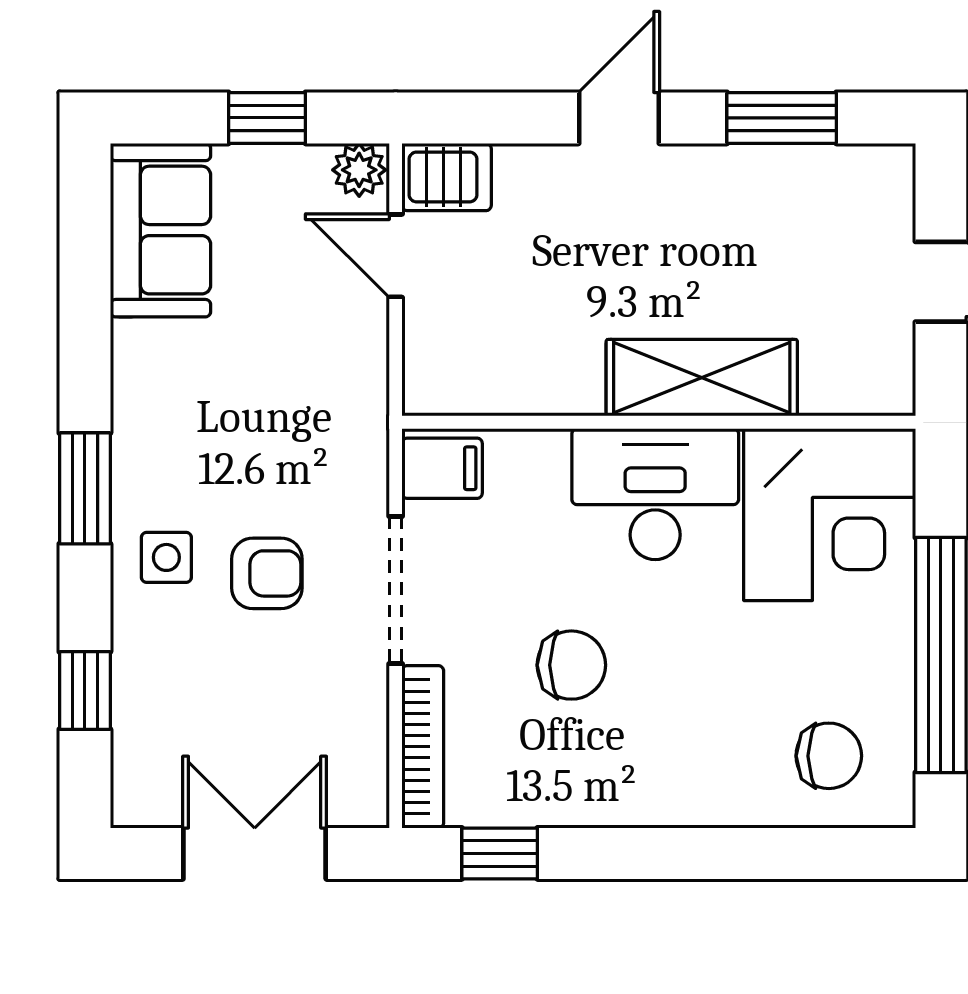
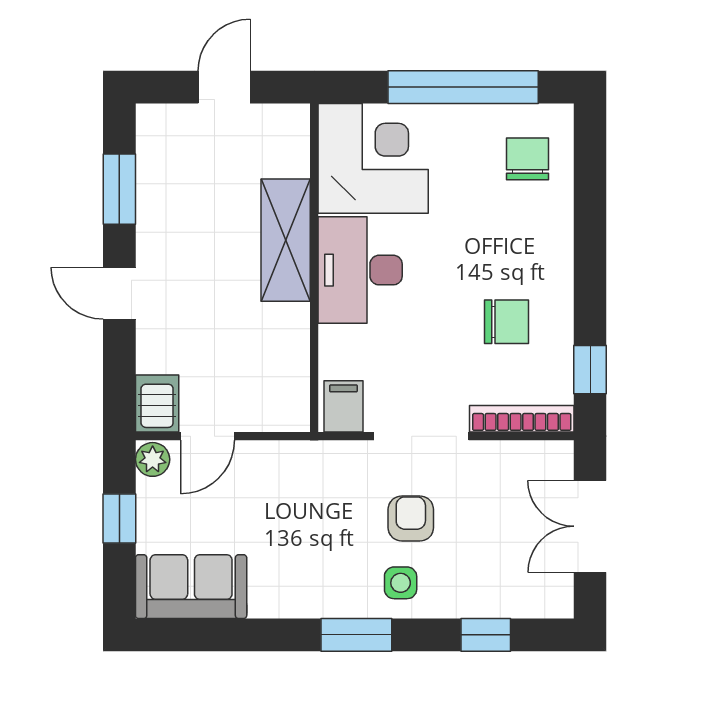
chair: (571, 665) -> (507, 322), moved, turned 90

